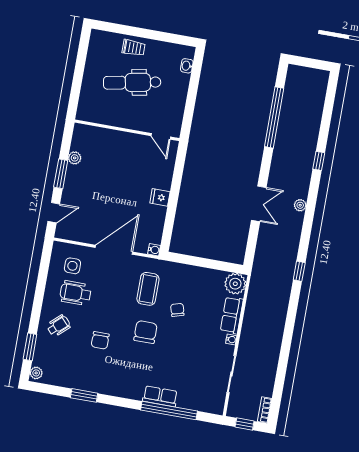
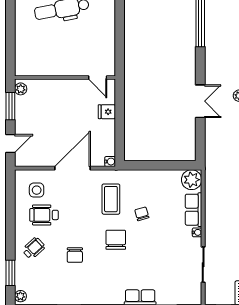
wall: (127, 130) -> (65, 78), moved
door: (161, 136) -> (98, 78), moved

